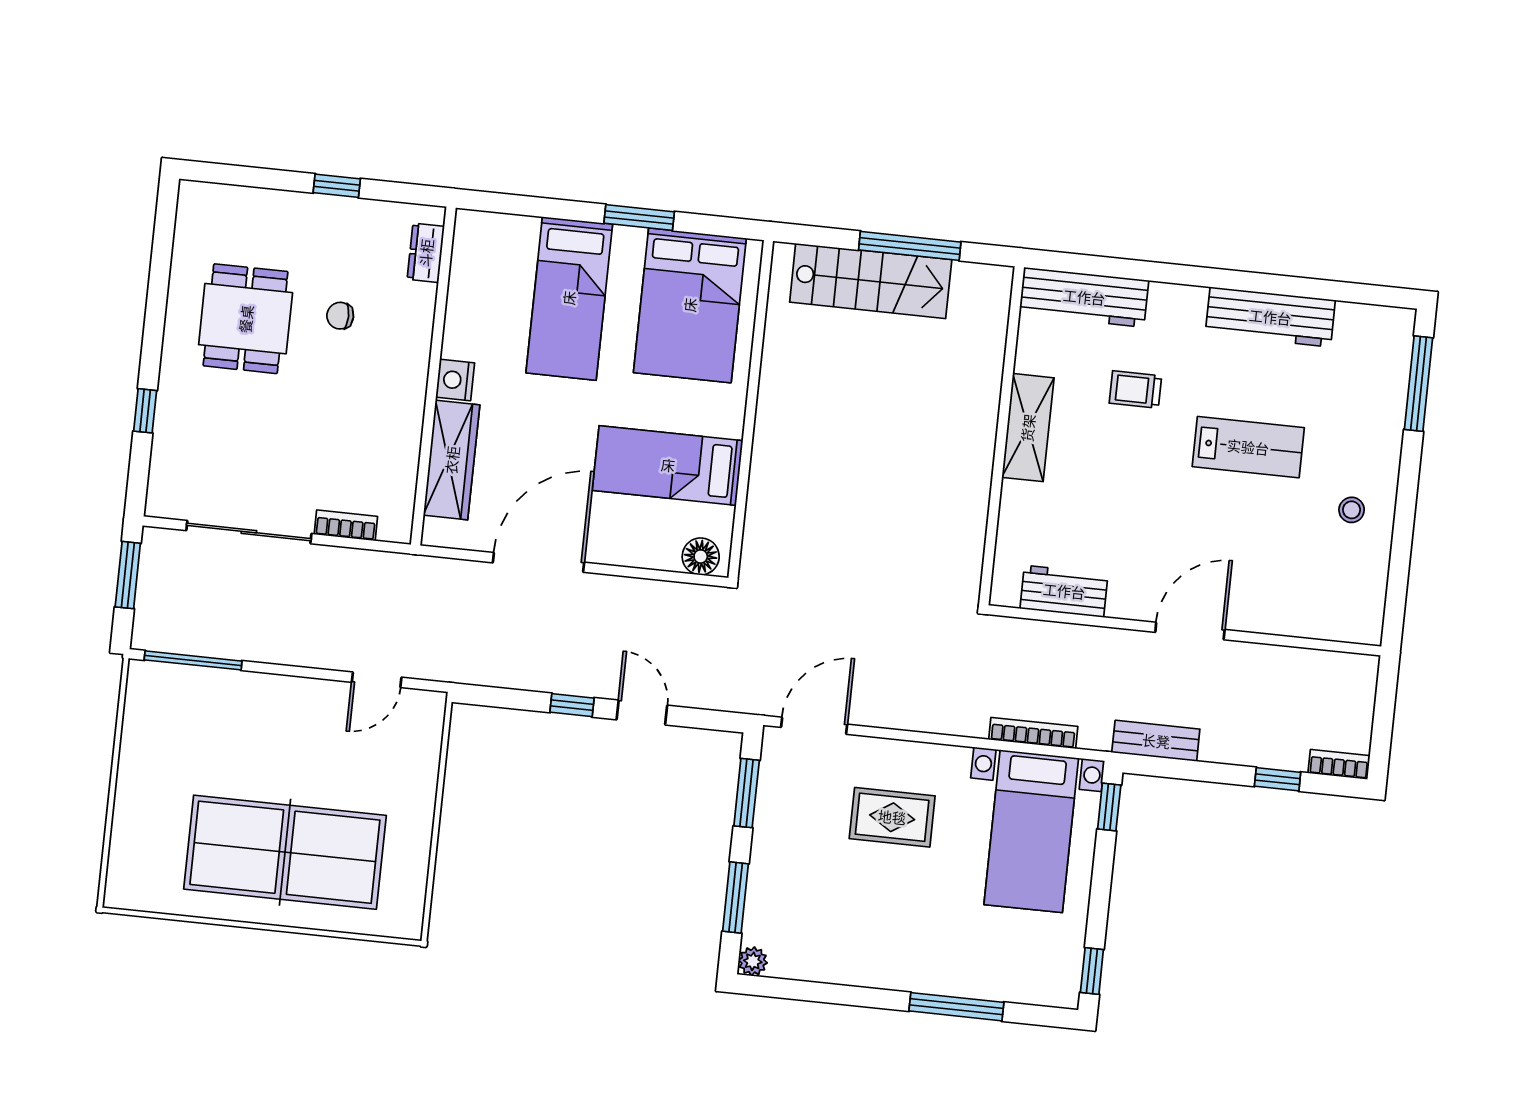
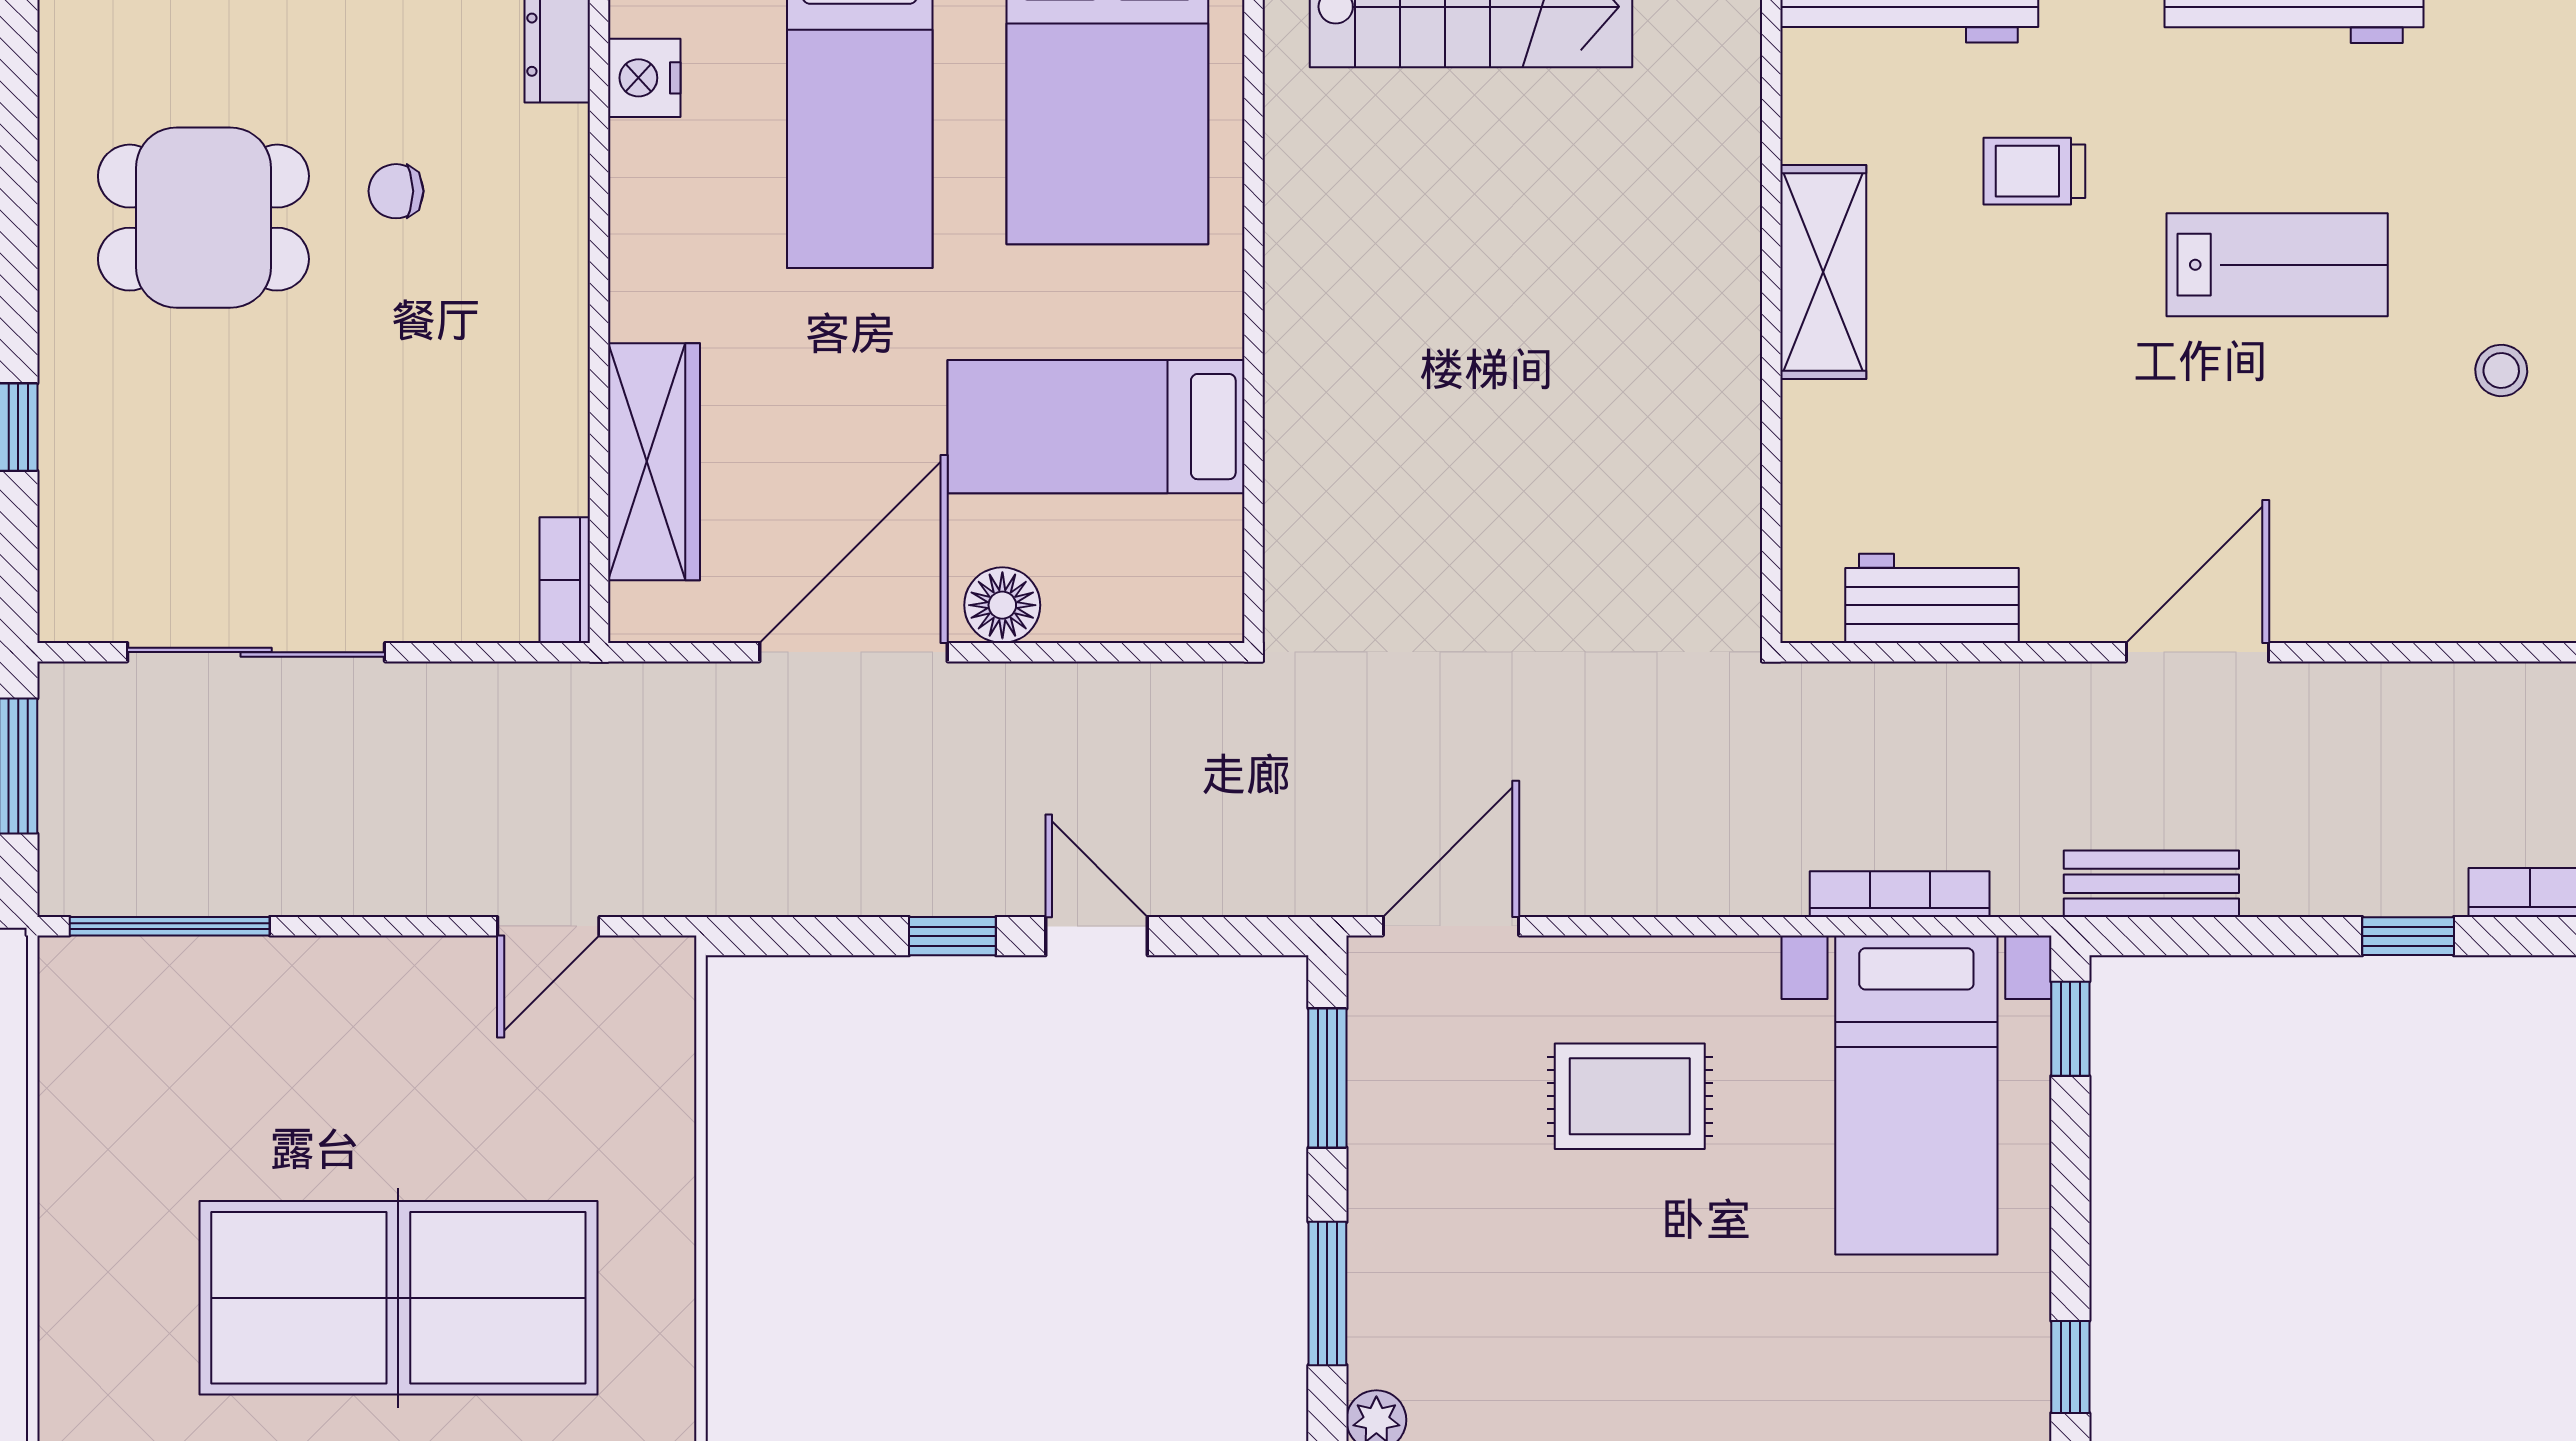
dining table: (246, 319) -> (203, 218), turned 90
nightstand: (455, 380) -> (644, 78), moved
bookcase: (346, 525) -> (565, 580), moved, turned -90
floor lamp: (701, 556) -> (1002, 605), moved

